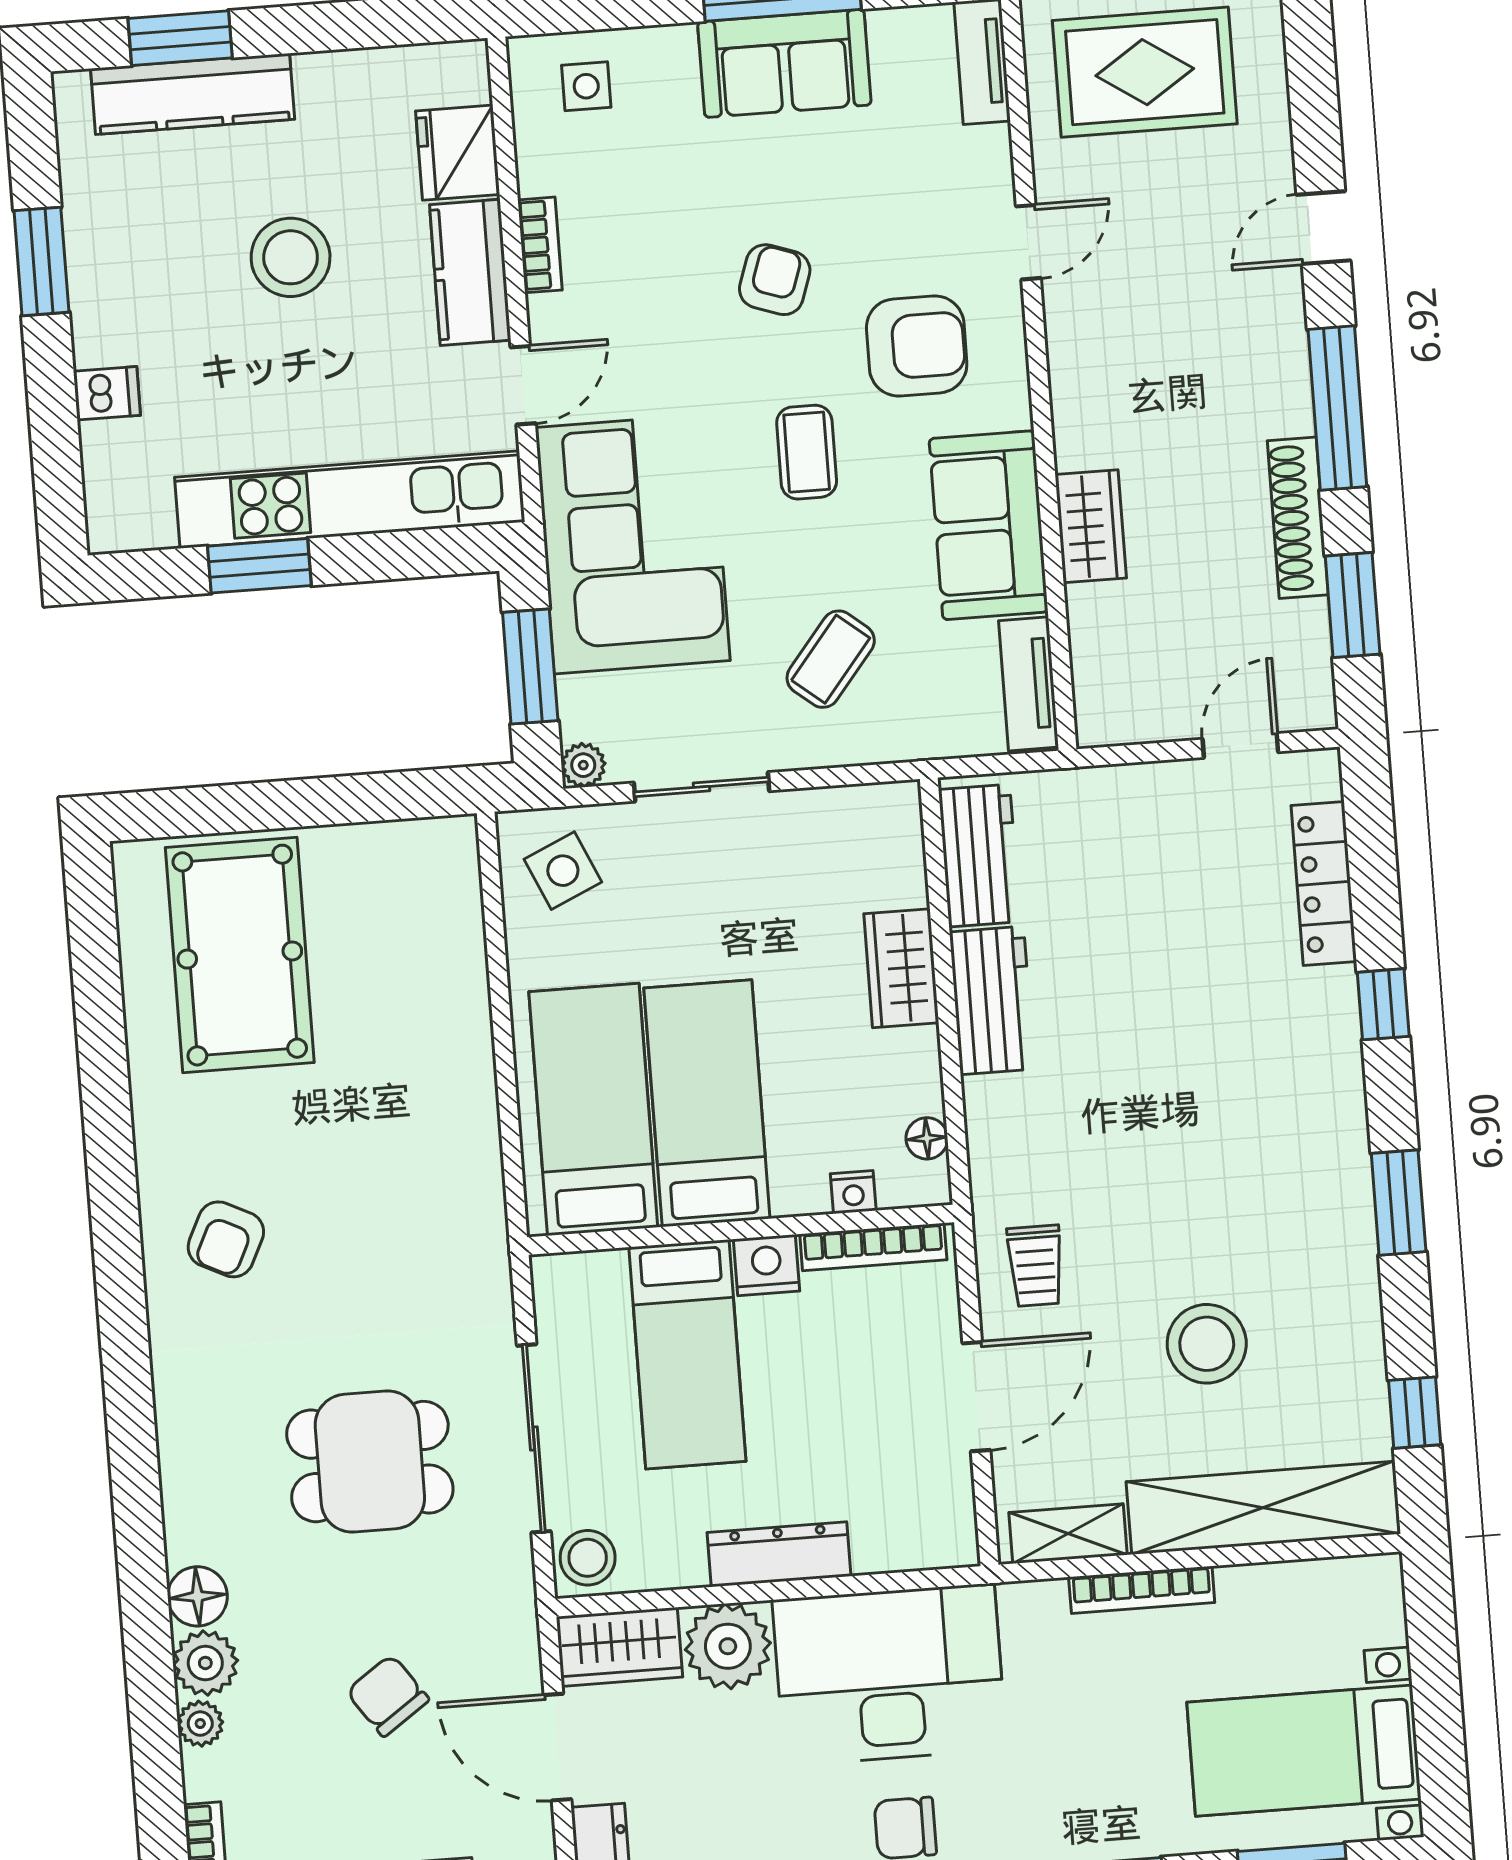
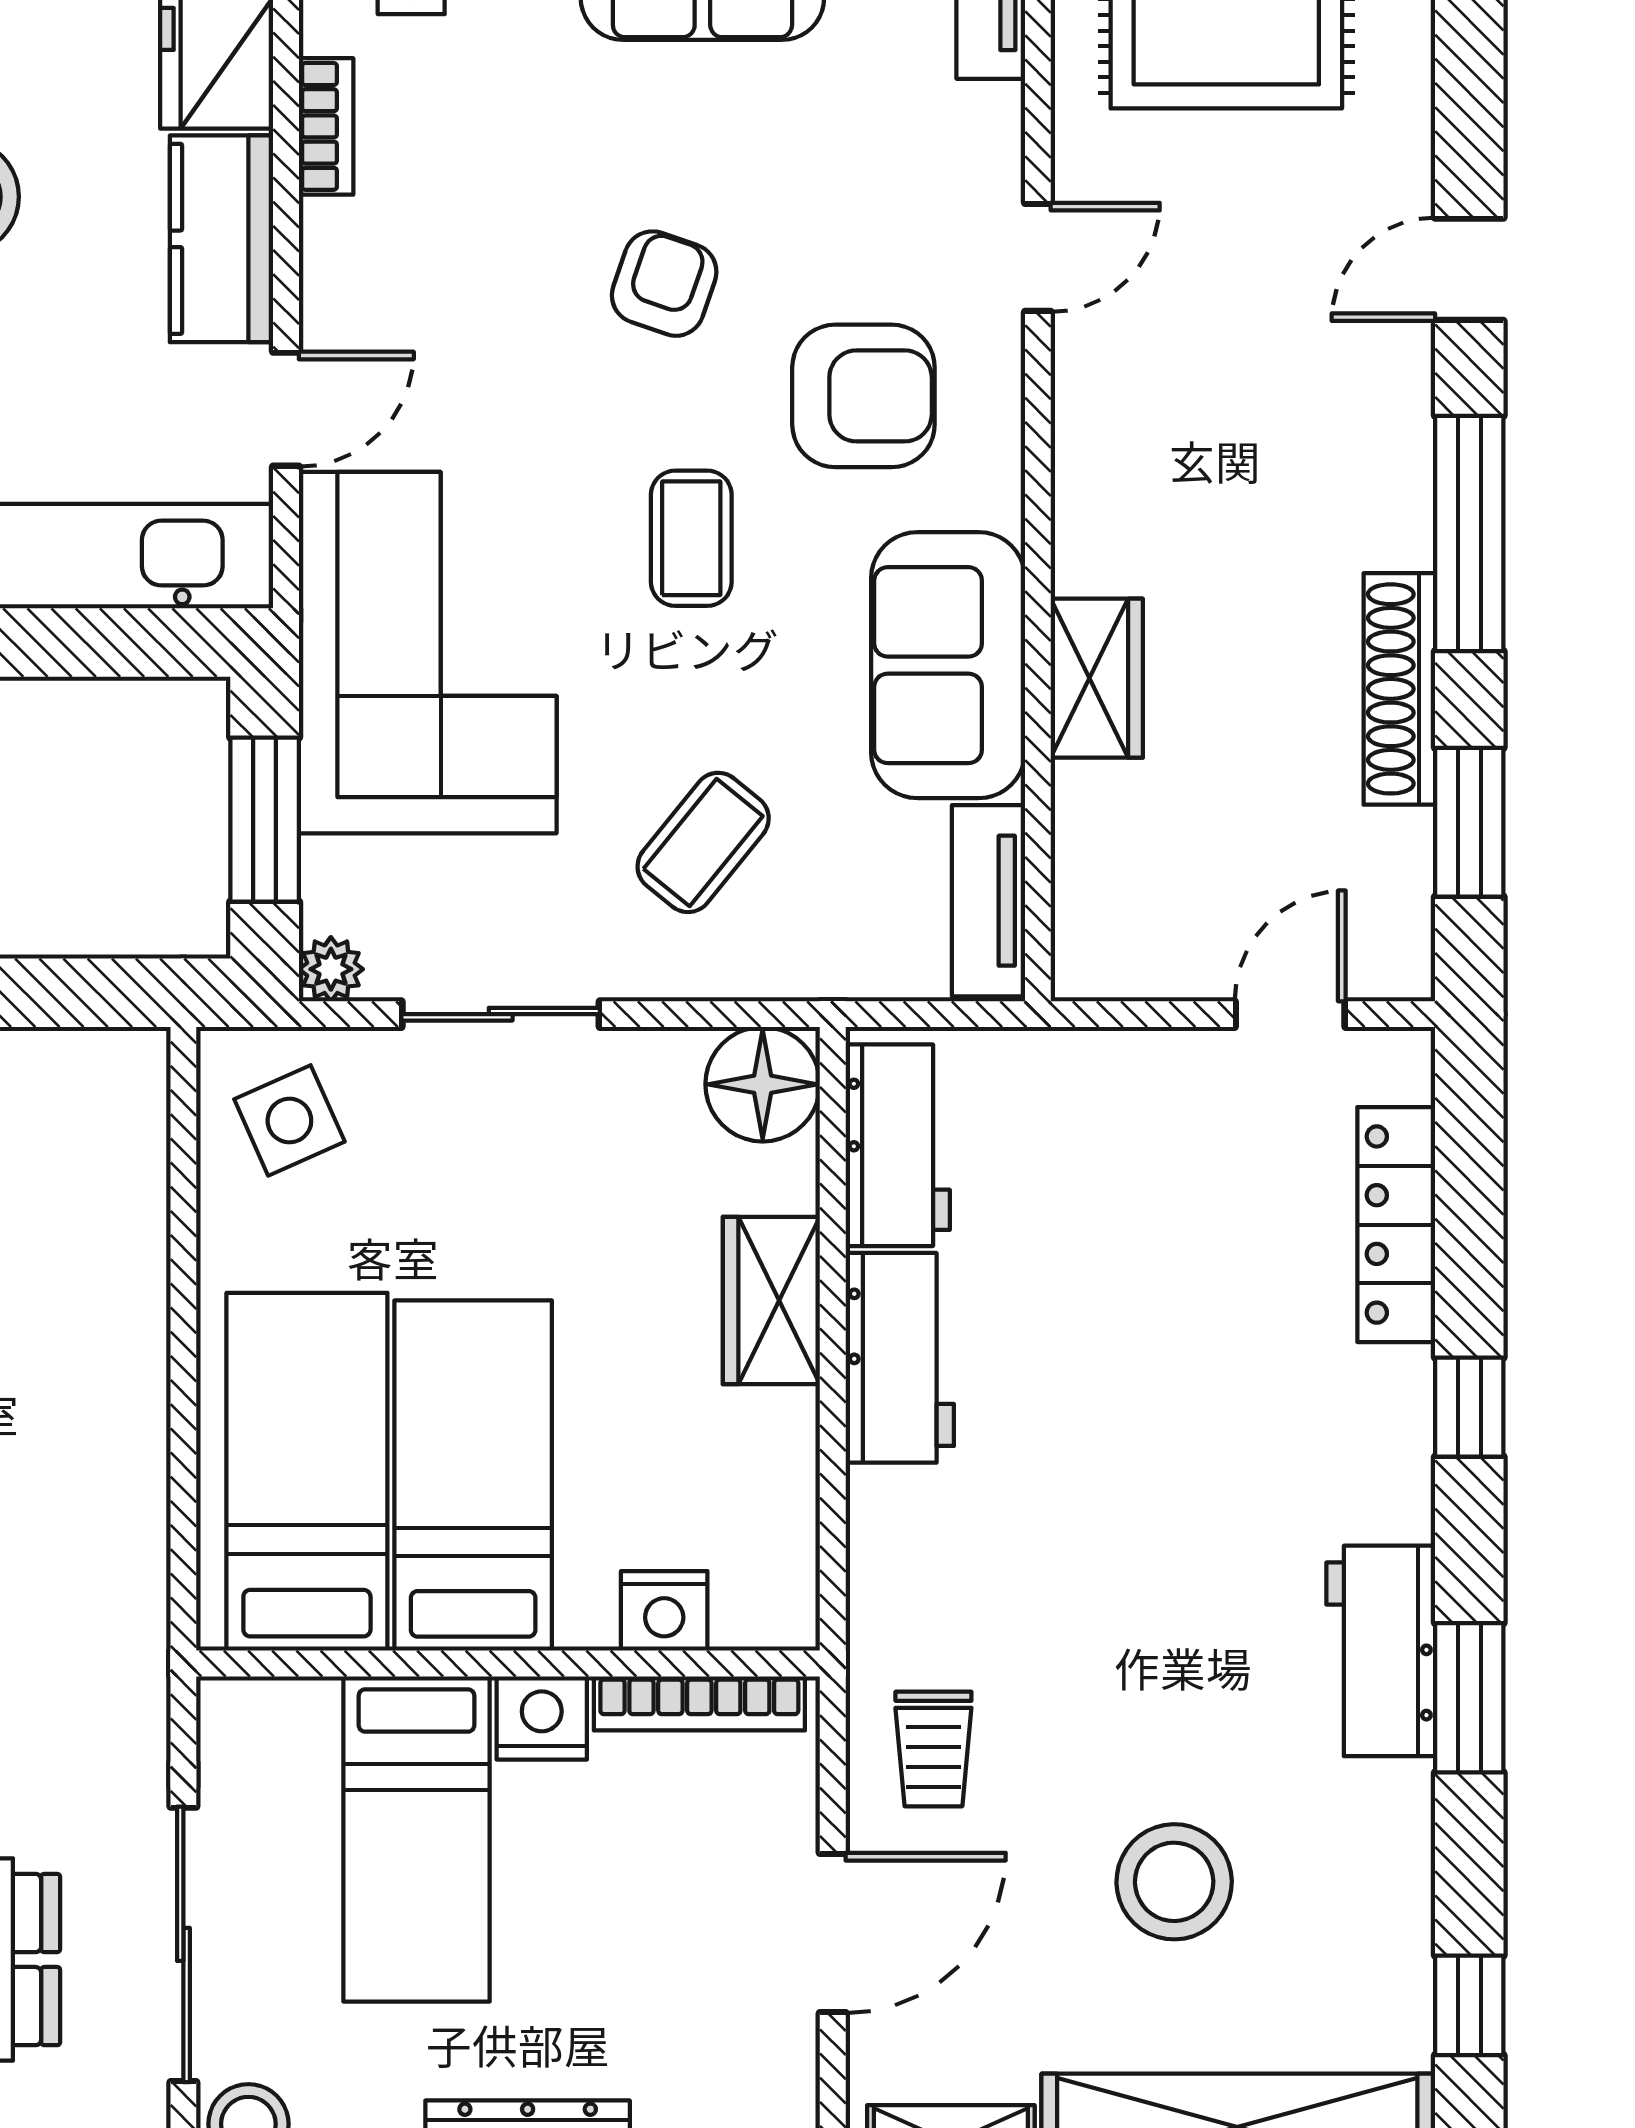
bookcase: (540, 245) -> (326, 126), moved
floor lamp: (927, 1138) -> (763, 1084), moved, width x1.89, depth x1.89
workbench: (1336, 1175) -> (1381, 1651), added
nightstand: (853, 1192) -> (664, 1611), width x1.39, depth x1.35

